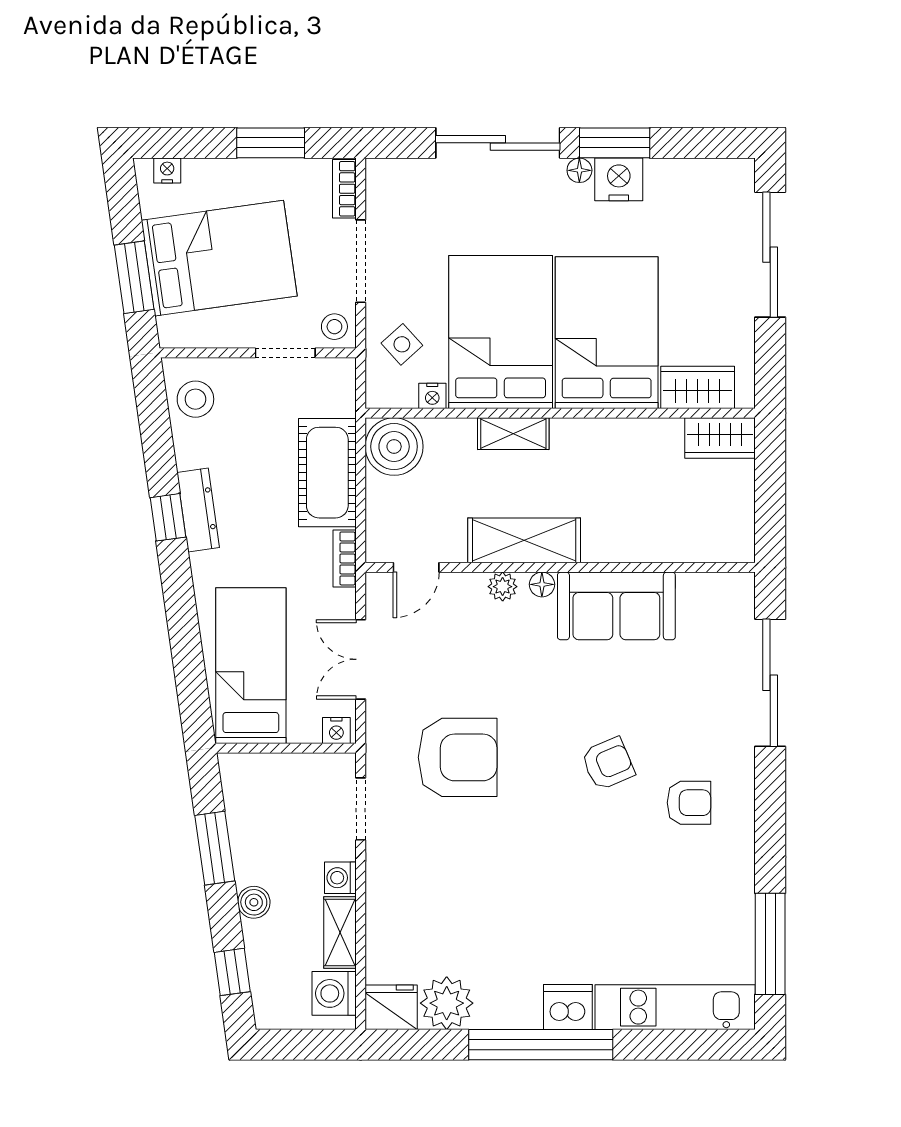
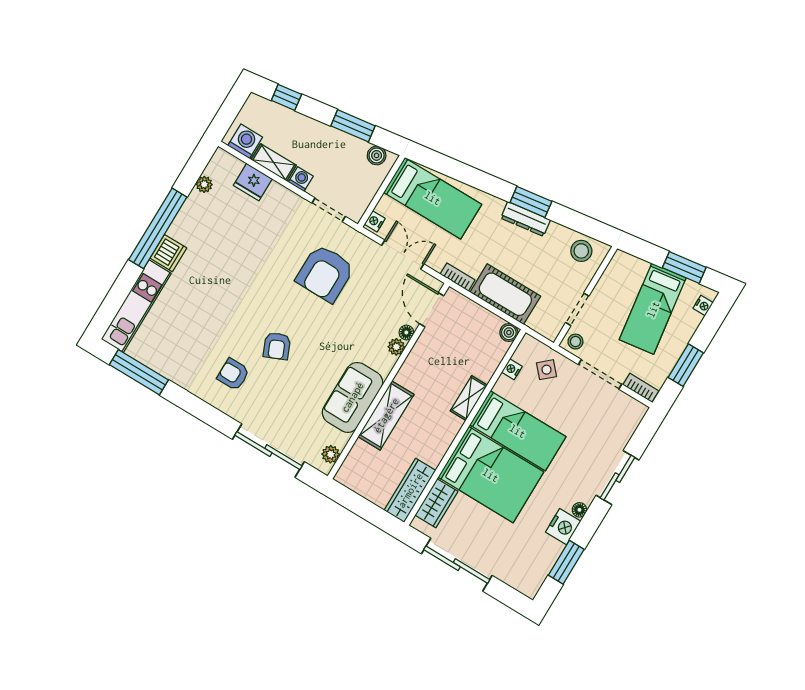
sliding door: (498, 143) -> (618, 478), width x0.73
window: (615, 143) -> (566, 562), moved
sliding door: (770, 255) -> (457, 565), moved
bed: (219, 258) -> (653, 309), width x0.67
window: (134, 277) -> (684, 267), moved
bed: (501, 332) -> (518, 431), width x0.67
wardrobe: (720, 438) -> (410, 490), width x1.50
boiler: (394, 447) -> (509, 332), width x0.54, depth x0.54
window: (168, 517) -> (531, 202), width x1.50
shelving: (524, 540) -> (386, 415), moved
door: (416, 567) -> (432, 310), width x1.38
floor lamp: (542, 584) -> (406, 333), moved
plant: (720, 587) -> (331, 454), added
armchair: (689, 803) -> (233, 374), turned 90
boiler: (254, 902) -> (377, 155), moved
plant: (447, 1003) -> (204, 184), width x0.53, depth x0.53
fridge: (391, 1007) -> (253, 182), moved, turned 90

